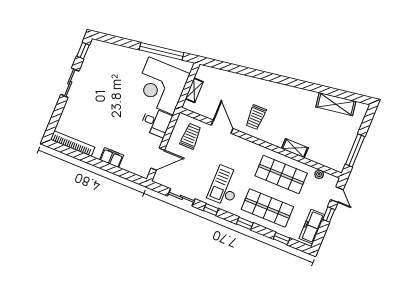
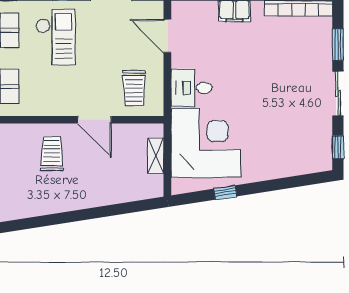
window: (162, 51) -> (225, 192), width x0.32
window: (58, 112) -> (338, 45), added
door: (158, 159) -> (167, 36), hinge flipped

